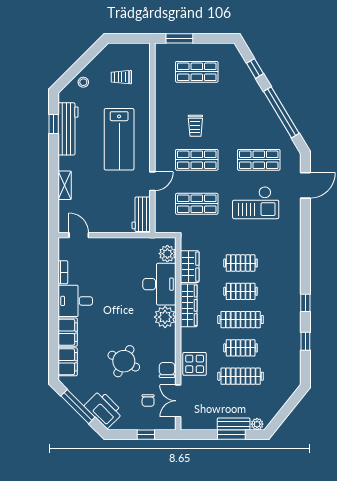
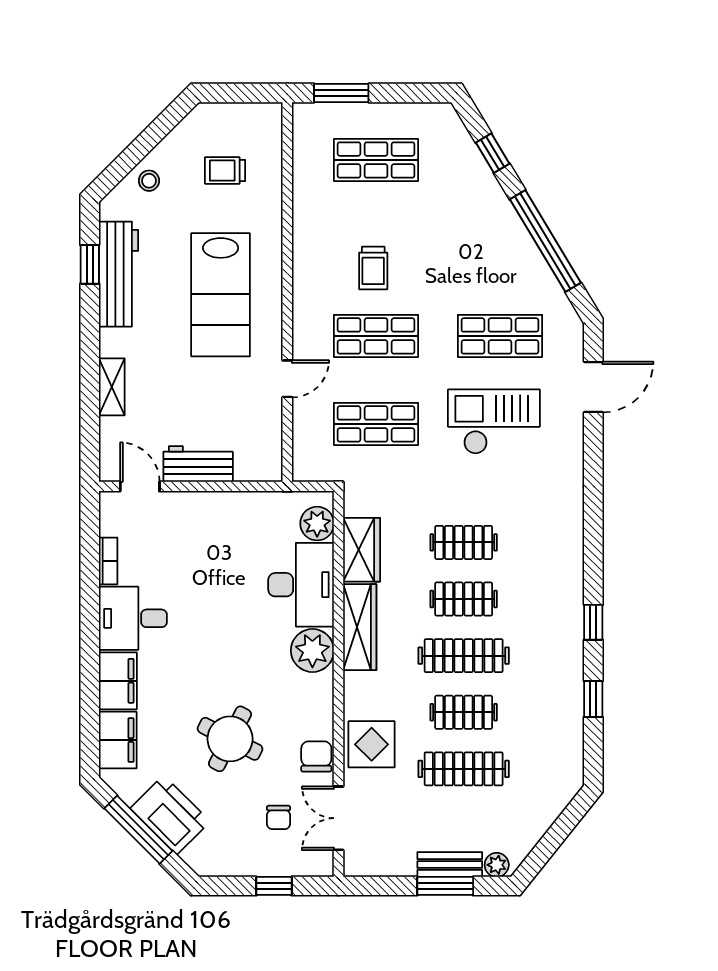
checkout: (256, 203) -> (494, 422), turned 180
workbench: (141, 214) -> (198, 464), moved, turned 90
printer: (104, 409) -> (170, 815), moved

